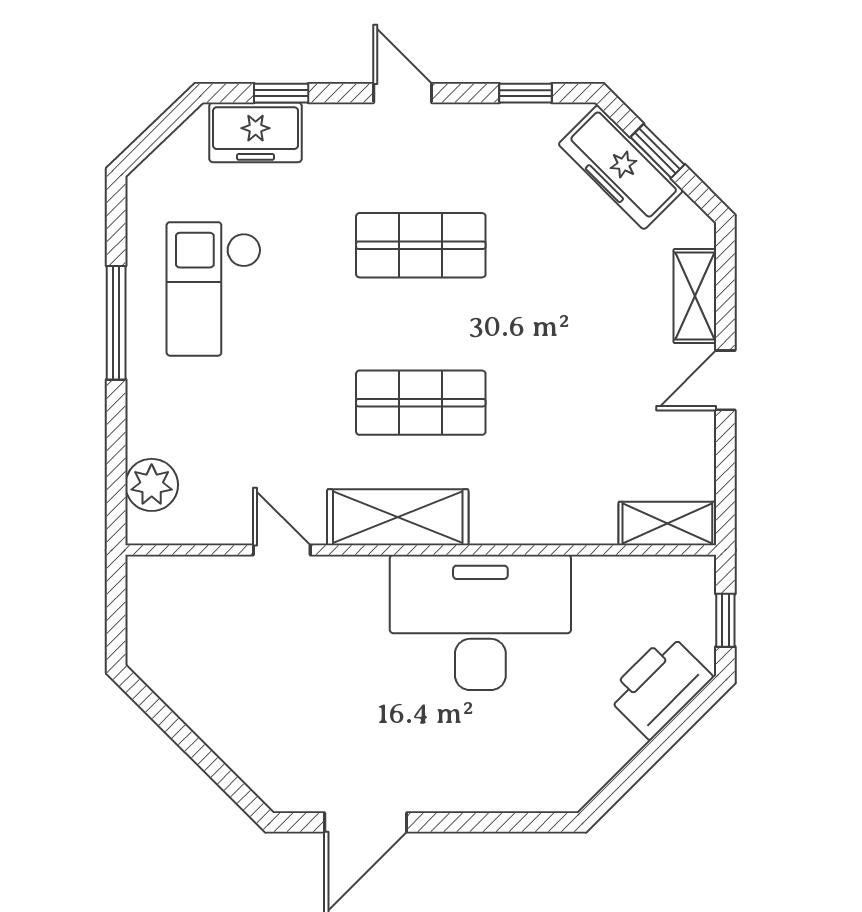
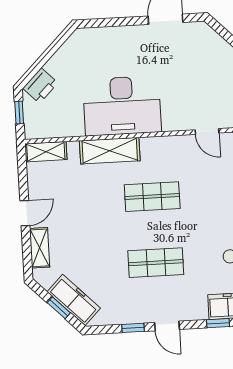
window: (526, 93) -> (133, 328), moved
shelving: (398, 517) -> (110, 151), moved
printer: (659, 686) -> (40, 86), width x0.73, depth x0.84

